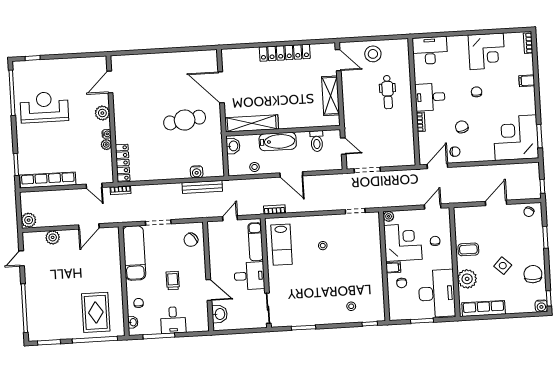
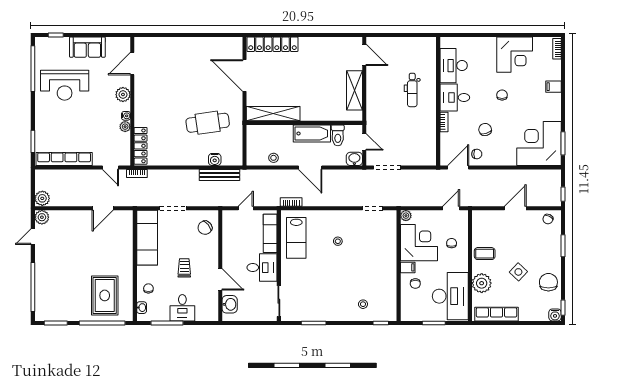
desk: (430, 50) -> (454, 66), moved, turned -90
locker: (285, 53) -> (272, 44), moved
stool: (373, 54) -> (400, 51), removed
sofa: (65, 68) -> (87, 47), added
reception desk: (44, 107) -> (65, 85), turned 180
cafe table: (185, 120) -> (208, 123), moved
bathtub: (278, 142) -> (312, 134), moved
washbasin: (233, 146) -> (354, 159), moved, turned -90
plant: (53, 237) -> (42, 217), moved

